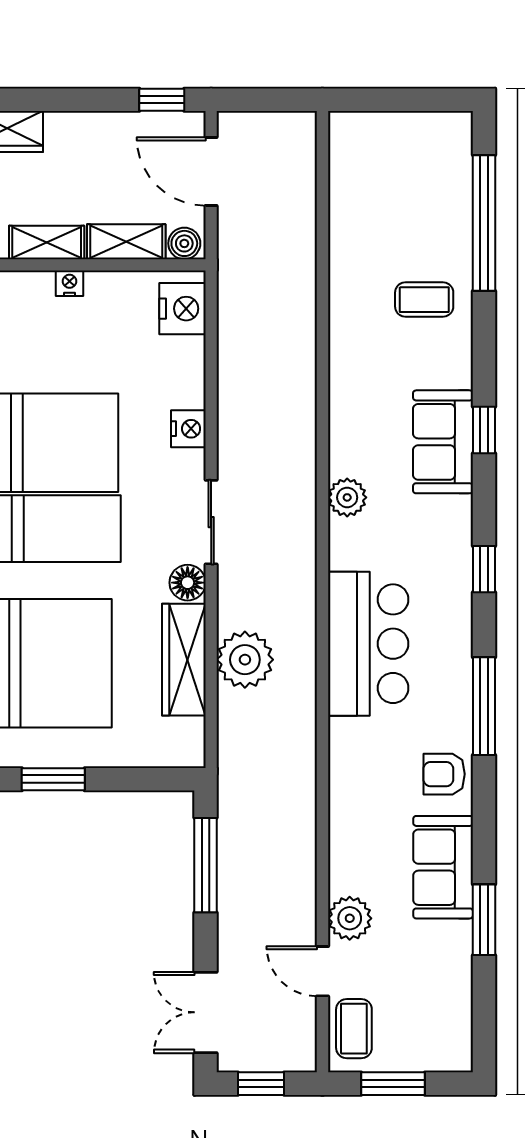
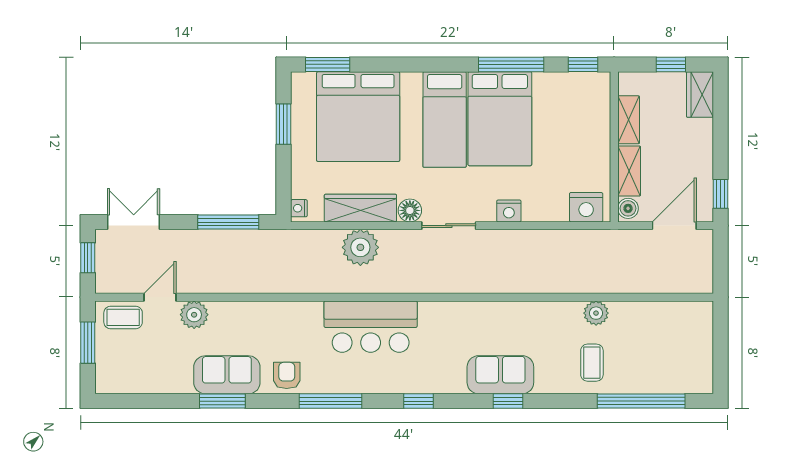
nightstand: (70, 283) -> (299, 208), moved, turned 180
plant: (347, 497) -> (596, 313), moved
window: (484, 920) -> (222, 401), moved

